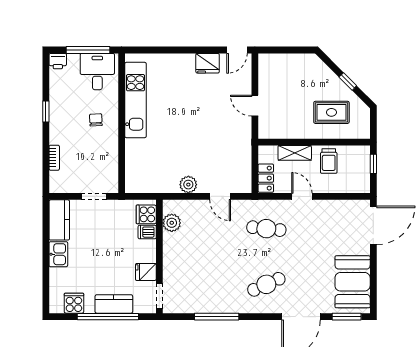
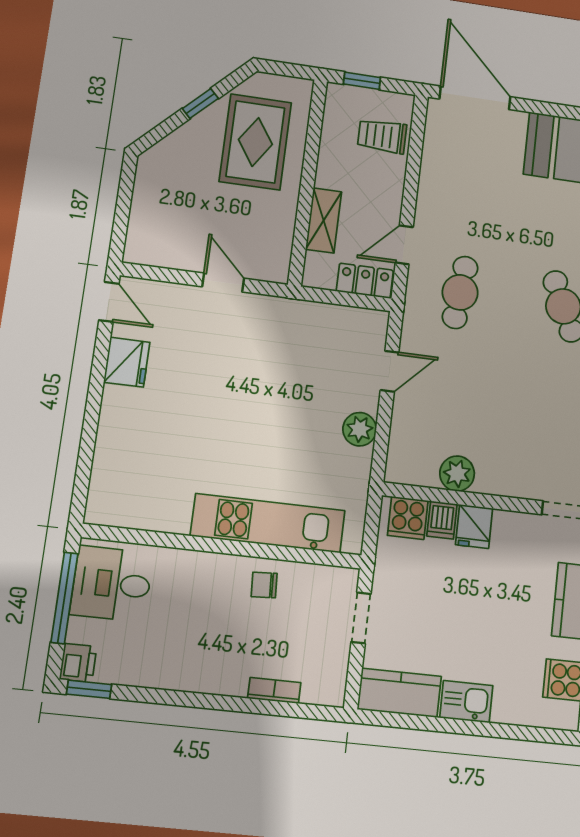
kitchen unit: (136, 100) -> (268, 523), moved
door: (255, 106) -> (223, 282), swing flipped
window: (46, 111) -> (89, 689), moved
rug: (331, 112) -> (255, 142), width x1.36, depth x1.43
chair: (96, 120) -> (264, 585), moved
trolley: (329, 161) -> (382, 136), moved, turned 180
door: (302, 196) -> (404, 245), moved
plant: (172, 223) -> (457, 474), moved
fridge: (146, 272) -> (474, 526), moved

